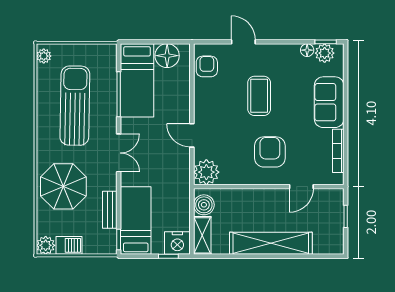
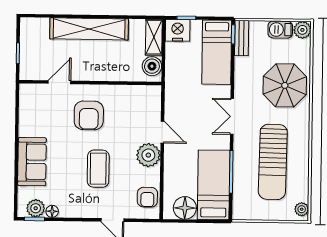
bookcase: (338, 151) -> (24, 116), removed
plant: (206, 172) -> (148, 155), moved
bench: (110, 210) -> (242, 38), moved

